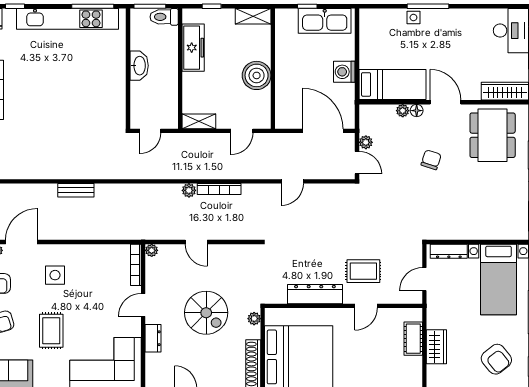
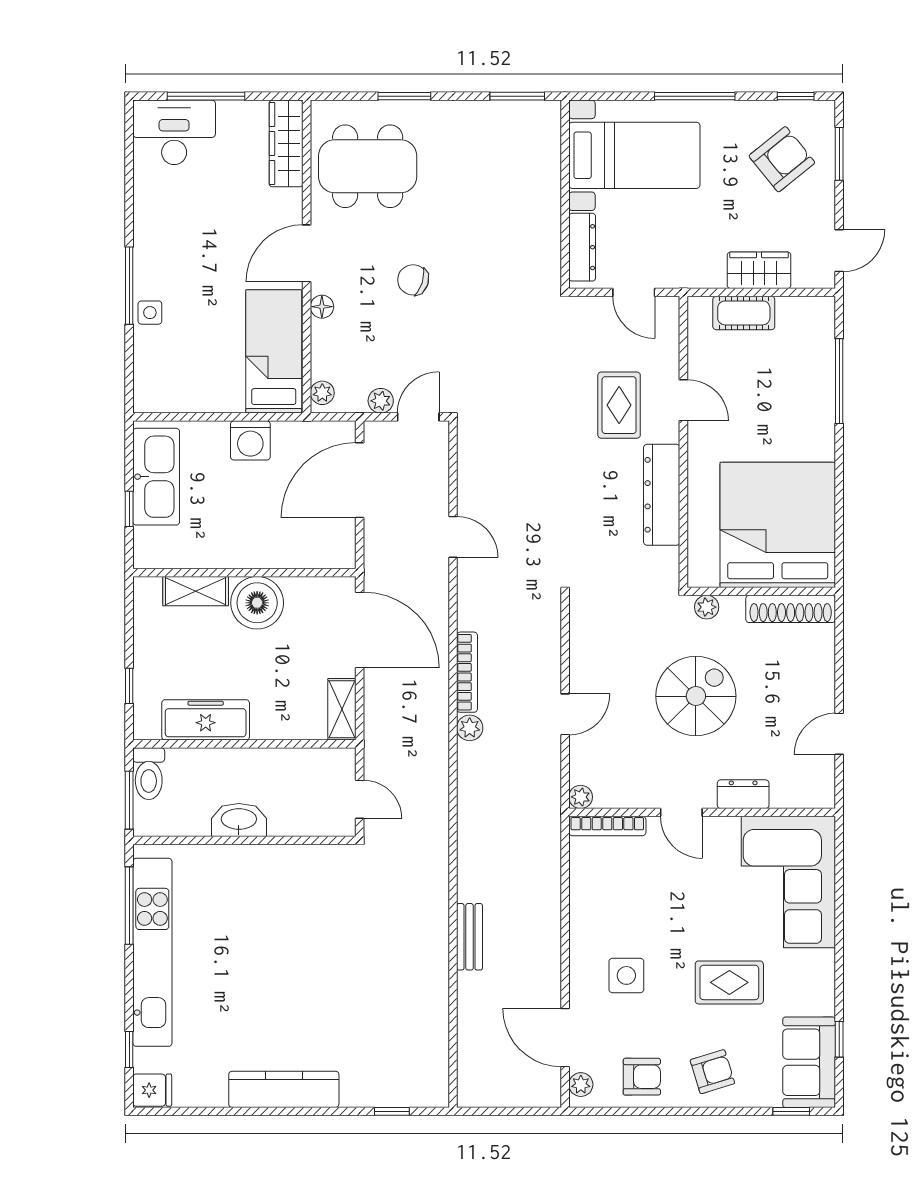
shelving: (253, 16) -> (196, 591), moved, turned 90
plant: (403, 111) -> (322, 393), moved
door: (242, 131) -> (360, 630), width x1.87

